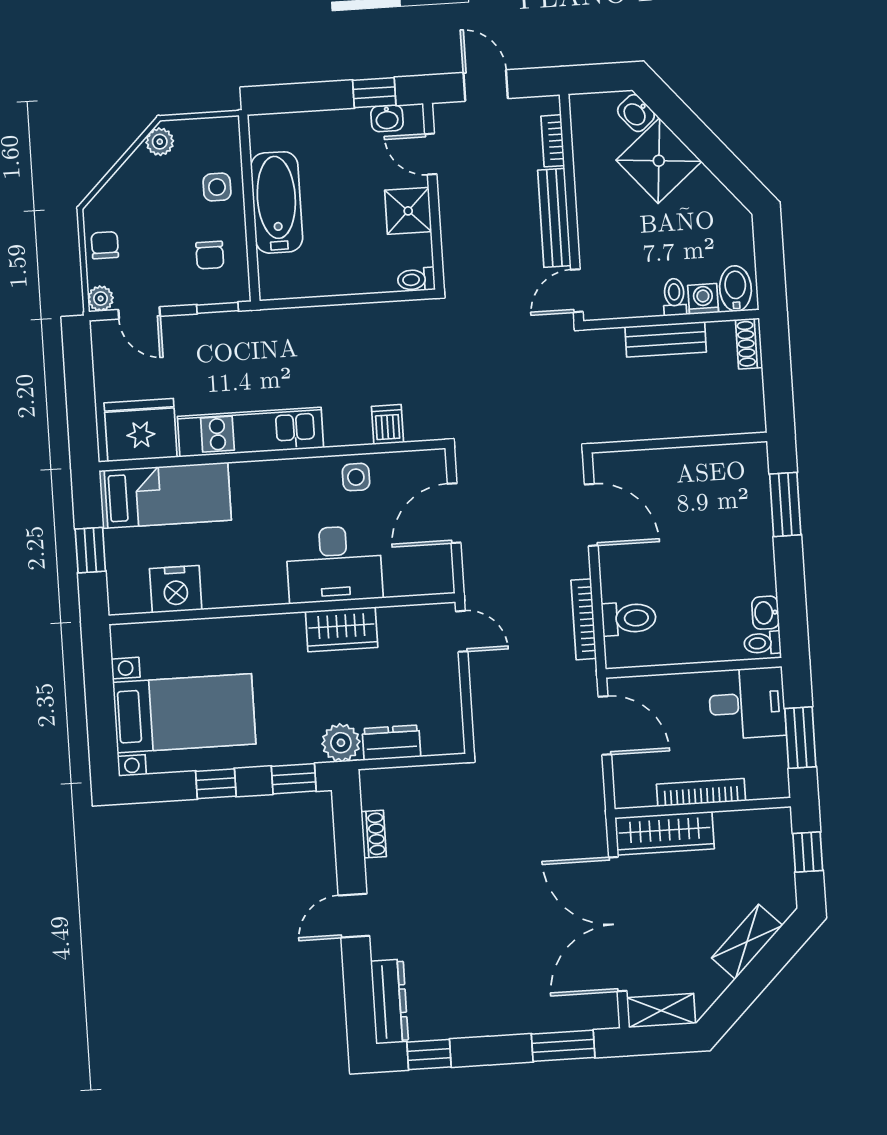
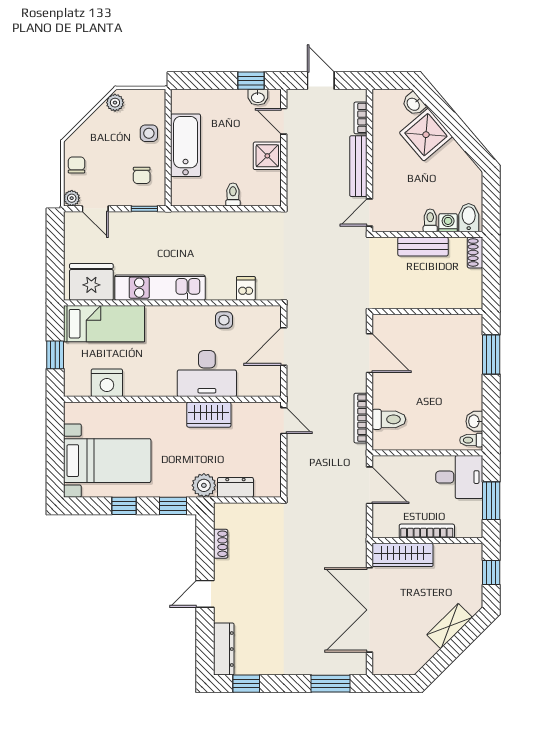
toilet: (416, 279) -> (233, 195), moved, turned 90
shelving: (661, 1011) -> (393, 666), removed

